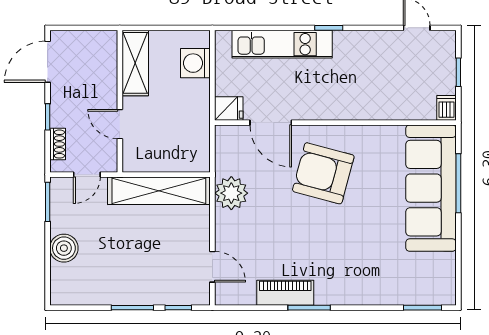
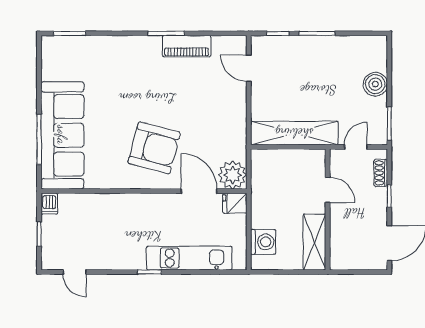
plant: (231, 193) -> (233, 175), moved

